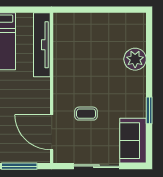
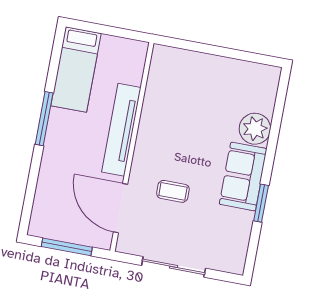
tv unit: (42, 45) -> (121, 130), moved
sofa: (133, 141) -> (243, 176), moved

